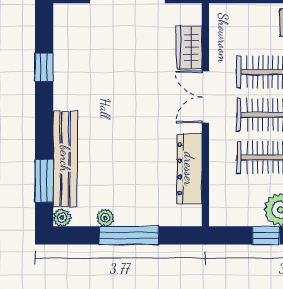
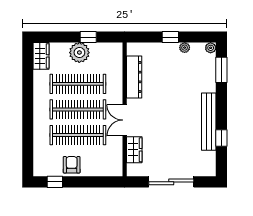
double door: (205, 97) -> (125, 120), swing flipped
bench: (65, 159) -> (209, 122), moved
window: (129, 235) -> (170, 37), width x0.46

